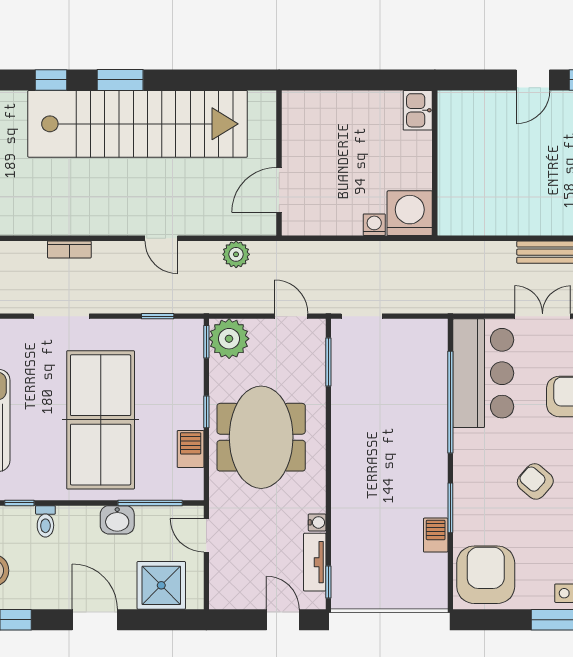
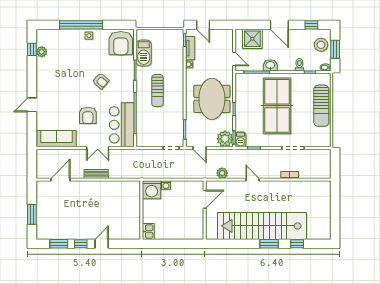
barbecue: (191, 449) -> (241, 139), moved
sun lounger: (395, 458) -> (157, 91), added
barbecue: (436, 535) -> (144, 53), width x1.88, depth x1.53

